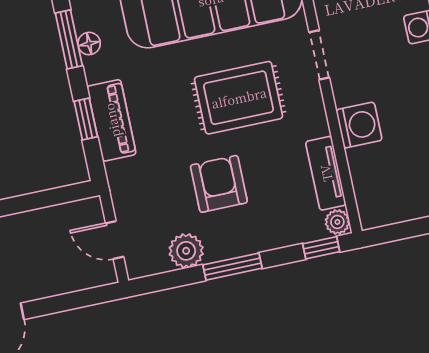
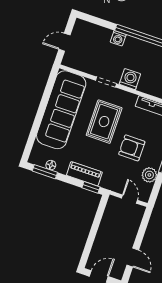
window: (86, 119) -> (91, 187), moved
washing machine: (359, 125) -> (130, 79), moved
door: (115, 240) -> (129, 199), swing flipped

